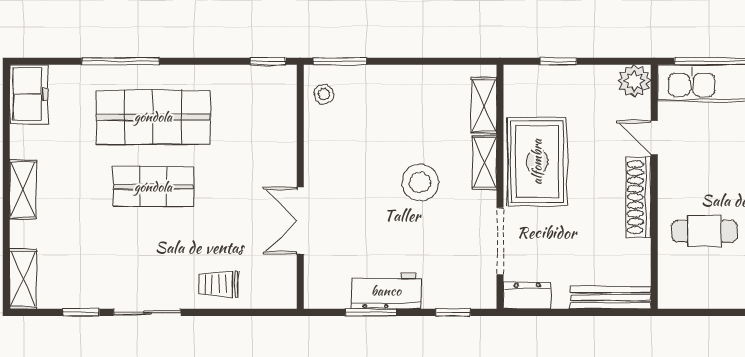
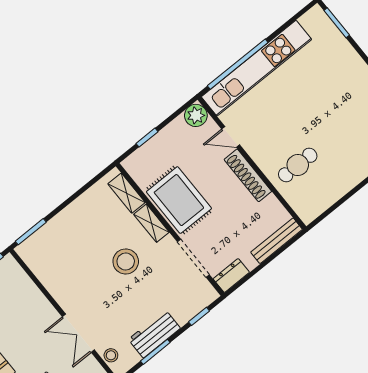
stool: (324, 94) -> (111, 355), moved

